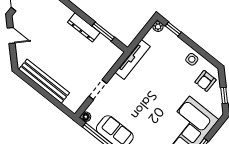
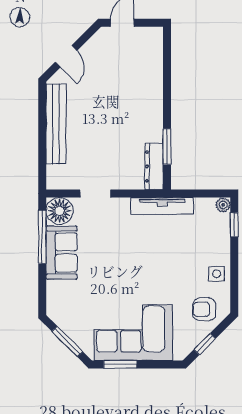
dresser: (84, 27) -> (154, 166), moved
door: (11, 35) -> (66, 56), moved
floor lamp: (86, 117) -> (60, 211), width x1.89, depth x1.89

